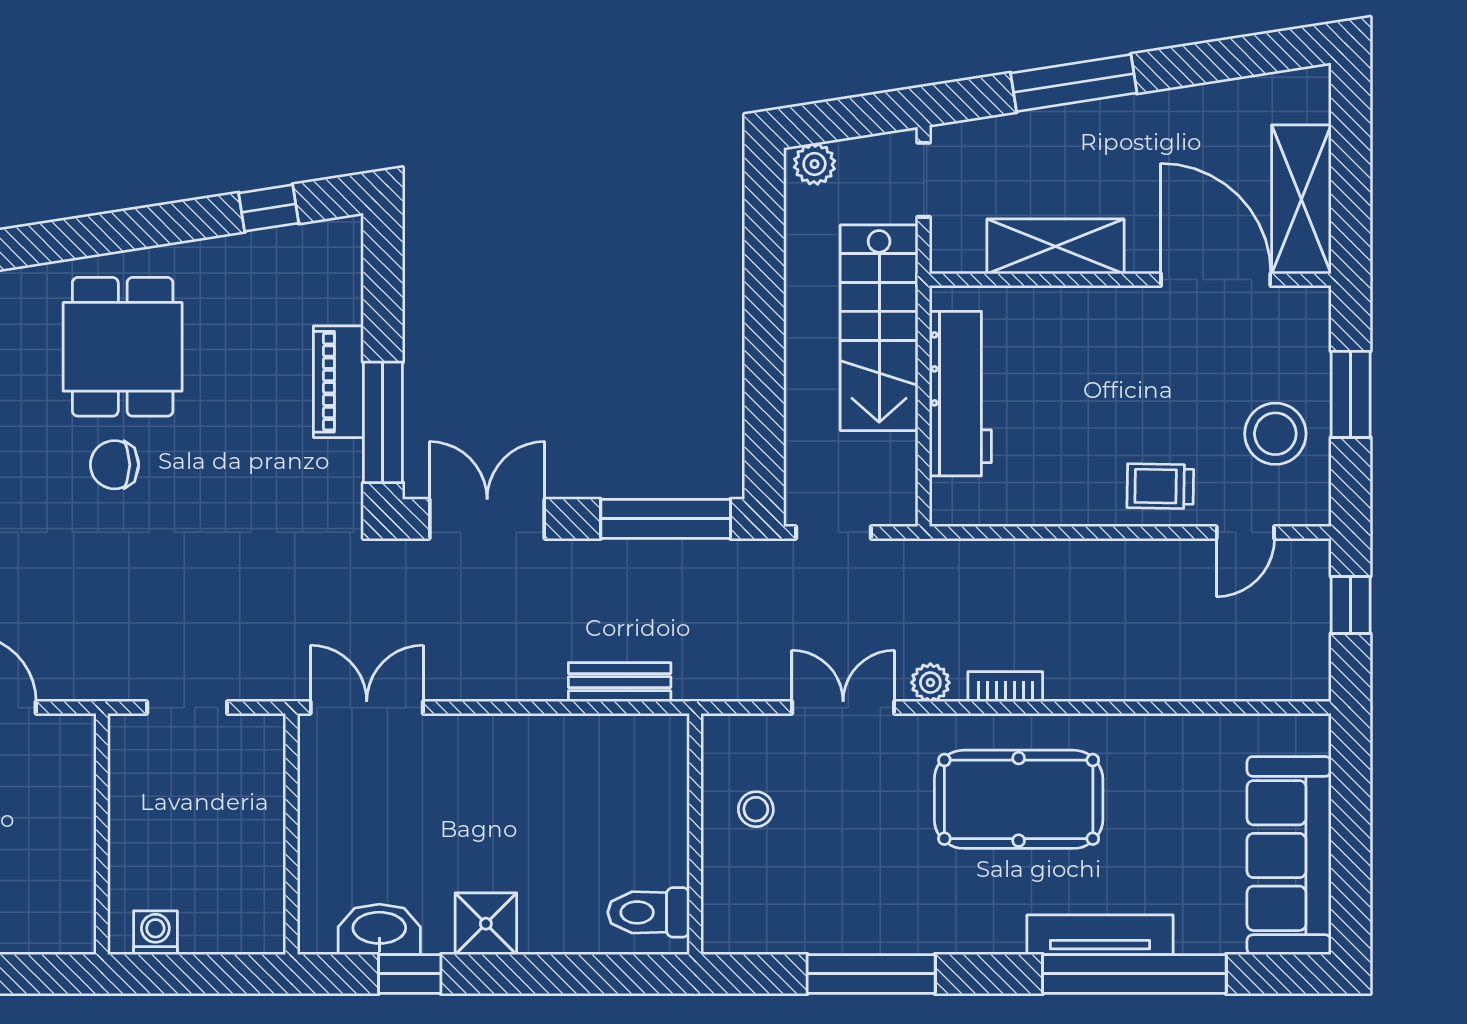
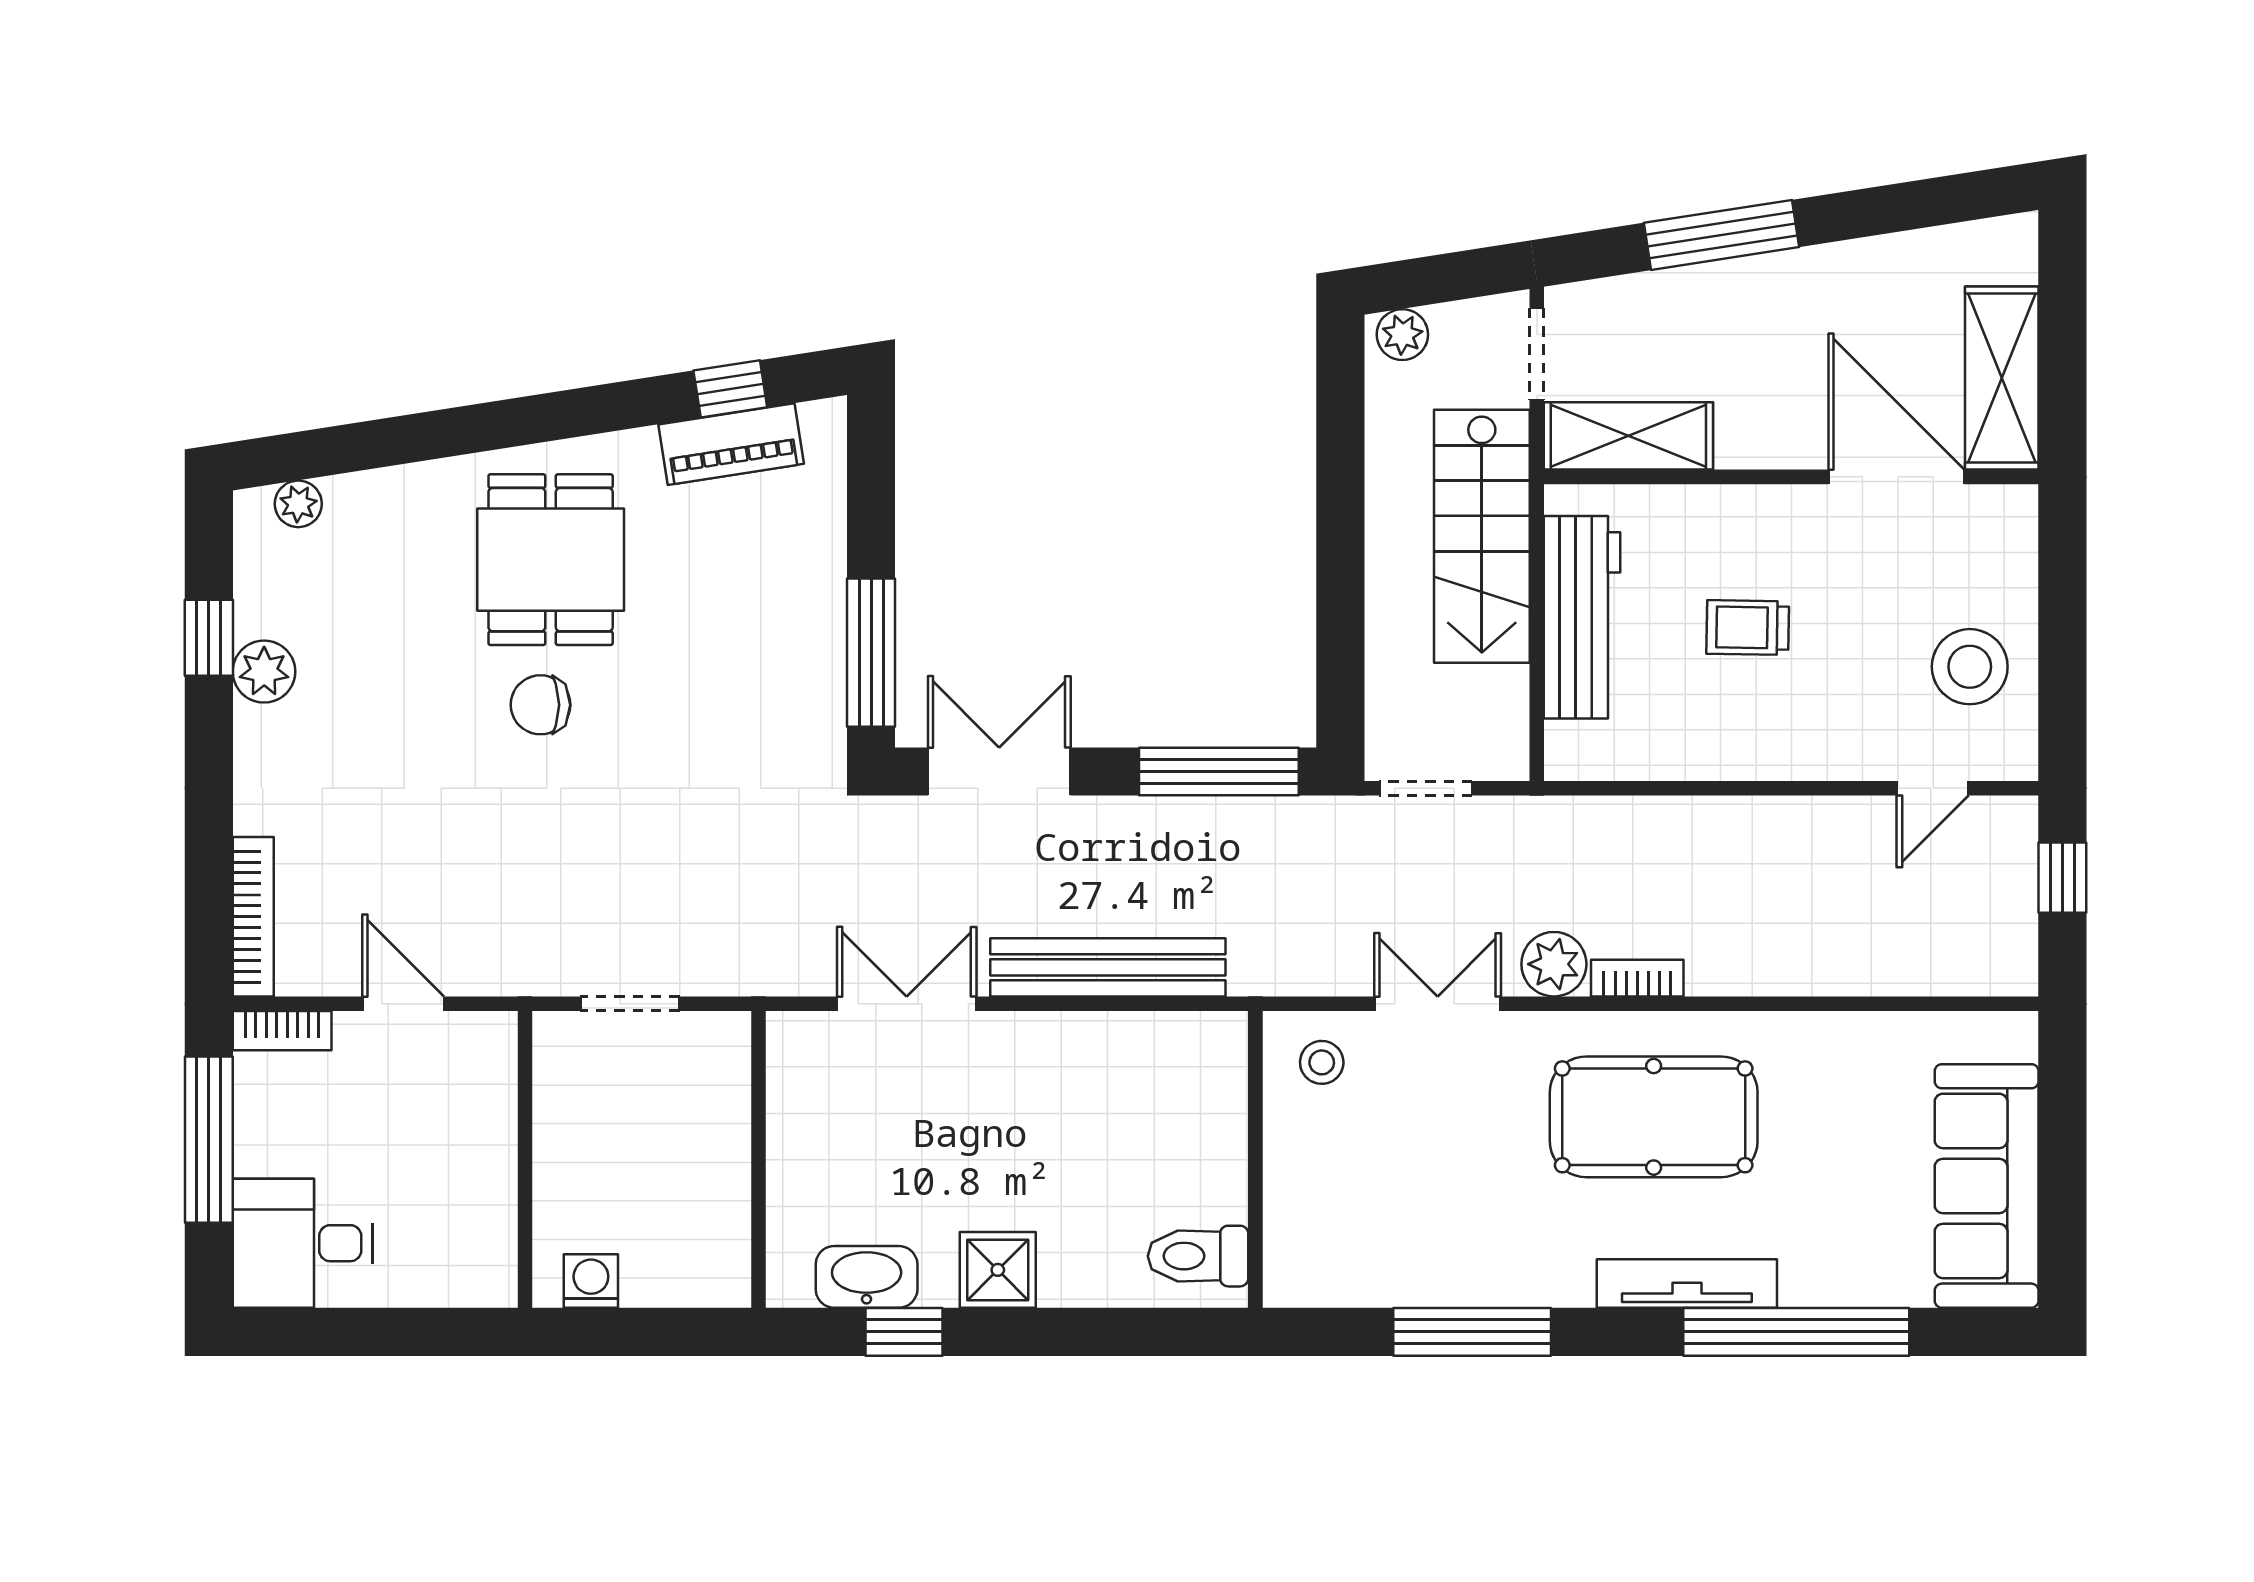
shelving: (1056, 246) -> (1628, 436), moved
piano: (338, 382) -> (731, 444), moved, turned -99
window: (1351, 394) -> (2062, 618), removed
trolley: (1160, 486) -> (1748, 628), moved
bench: (620, 682) -> (1108, 967), width x1.86, depth x1.21
plant: (930, 683) -> (1554, 964), width x1.38, depth x1.38
double door: (367, 708) -> (907, 1004), moved
stool: (756, 809) -> (1322, 1062), moved
tv unit: (1100, 935) -> (1687, 1284), moved

